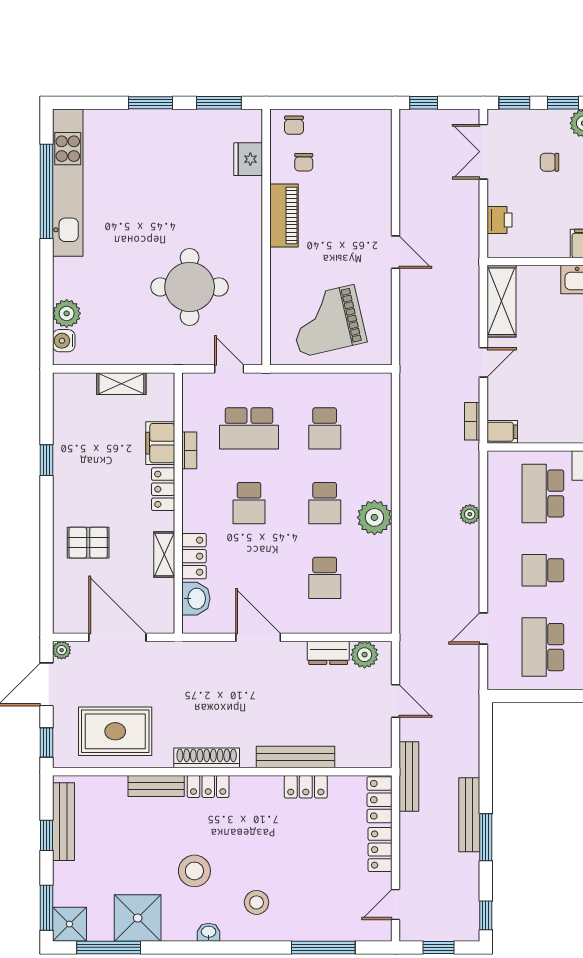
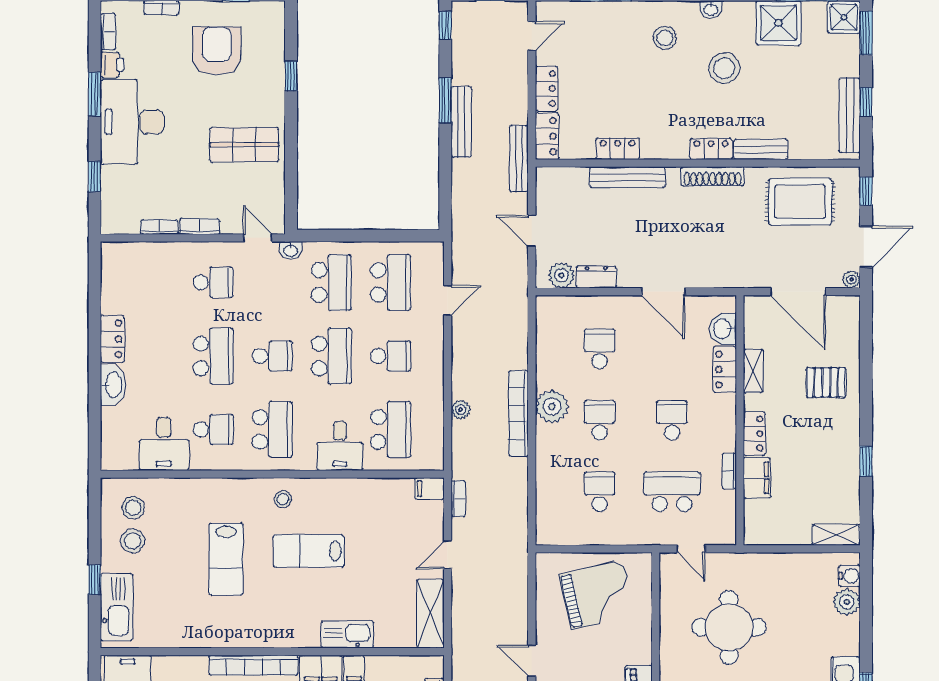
shelving: (121, 384) -> (836, 535), moved
bookcase: (409, 510) -> (518, 414), added

